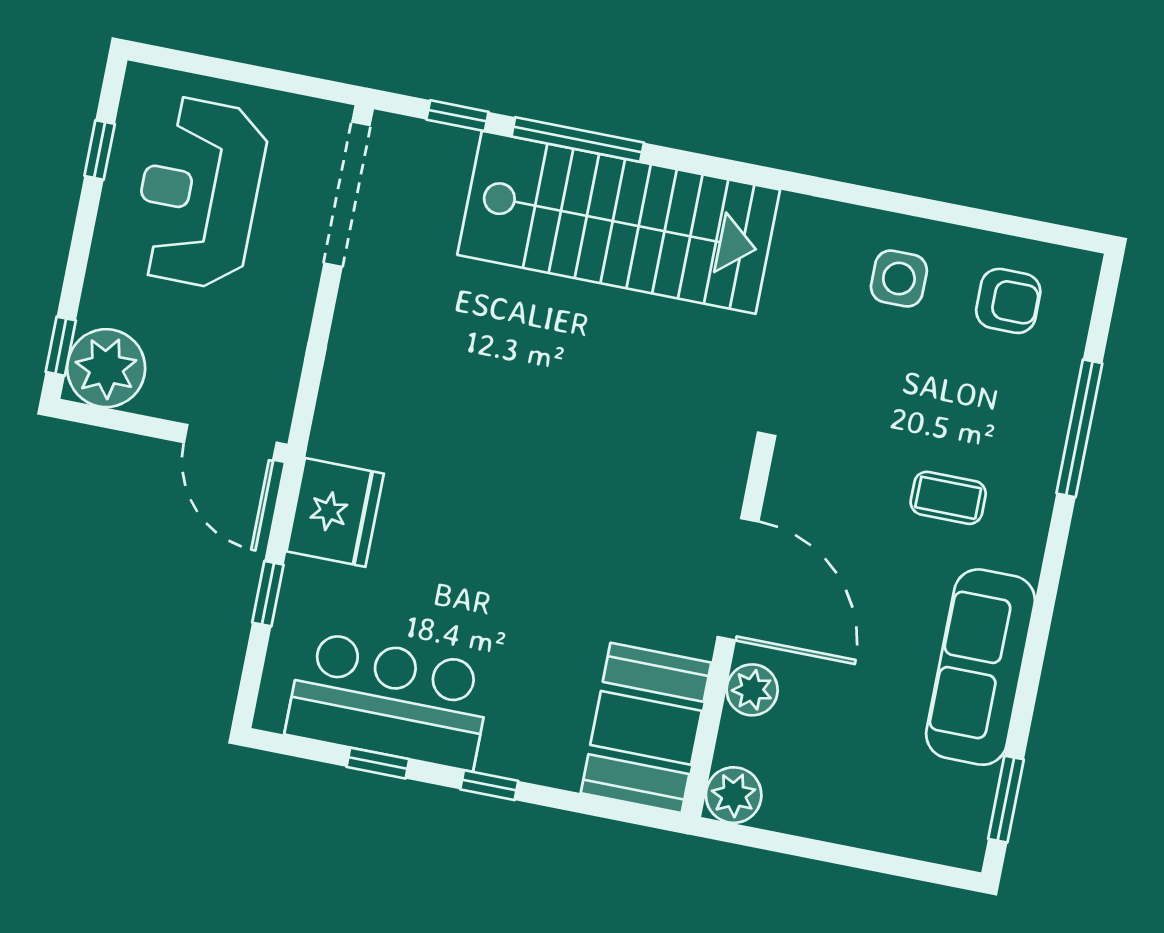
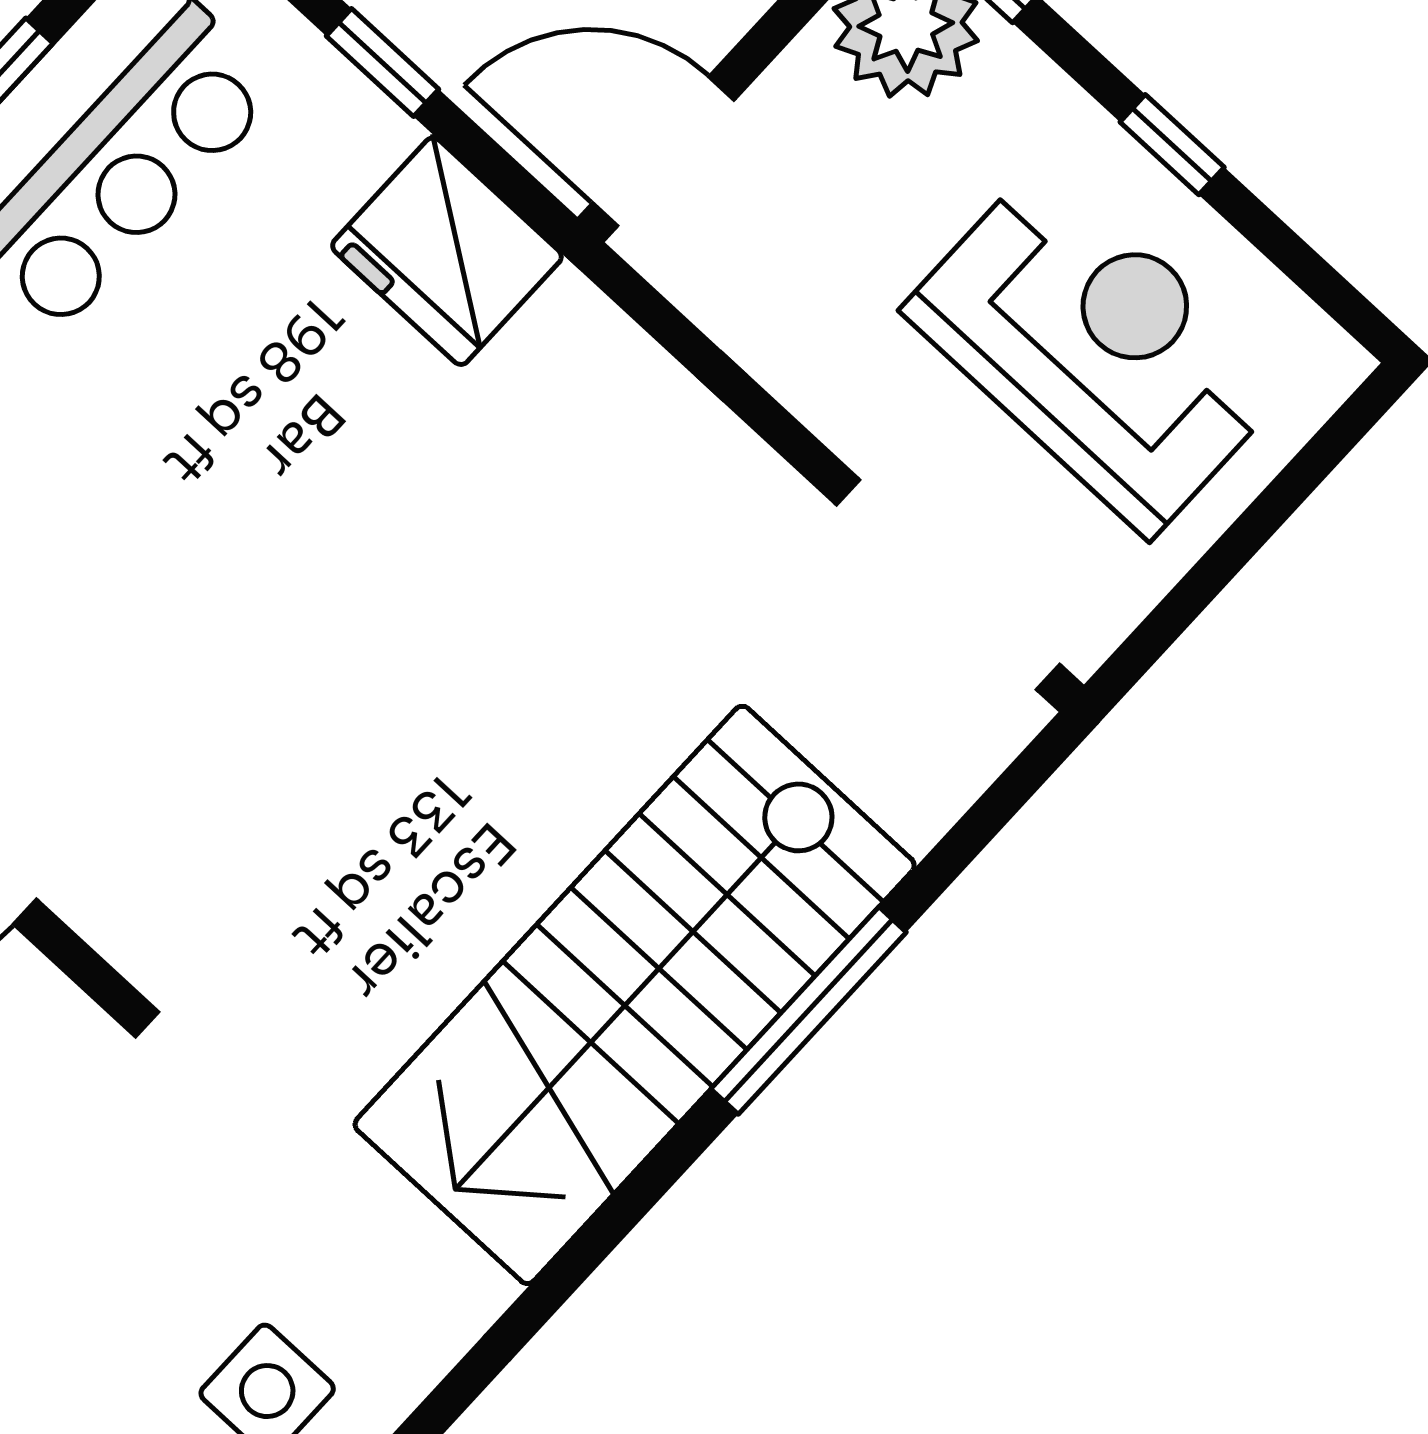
window: (457, 116) -> (966, 840), removed
window: (100, 150) -> (1172, 145), moved

